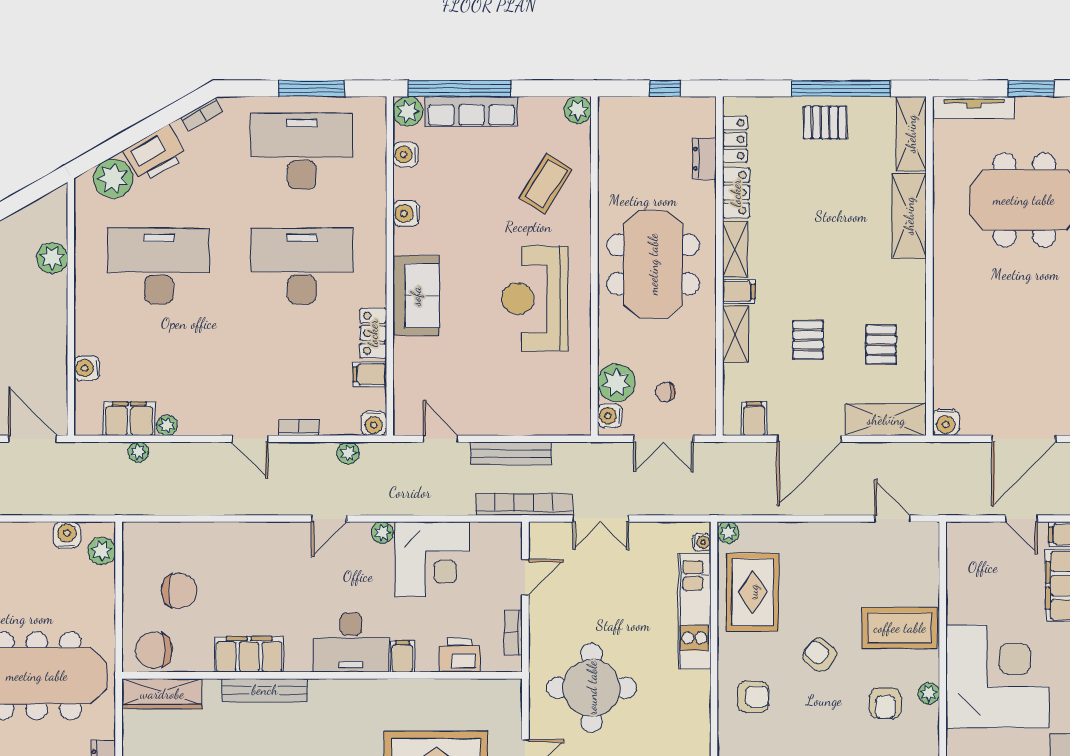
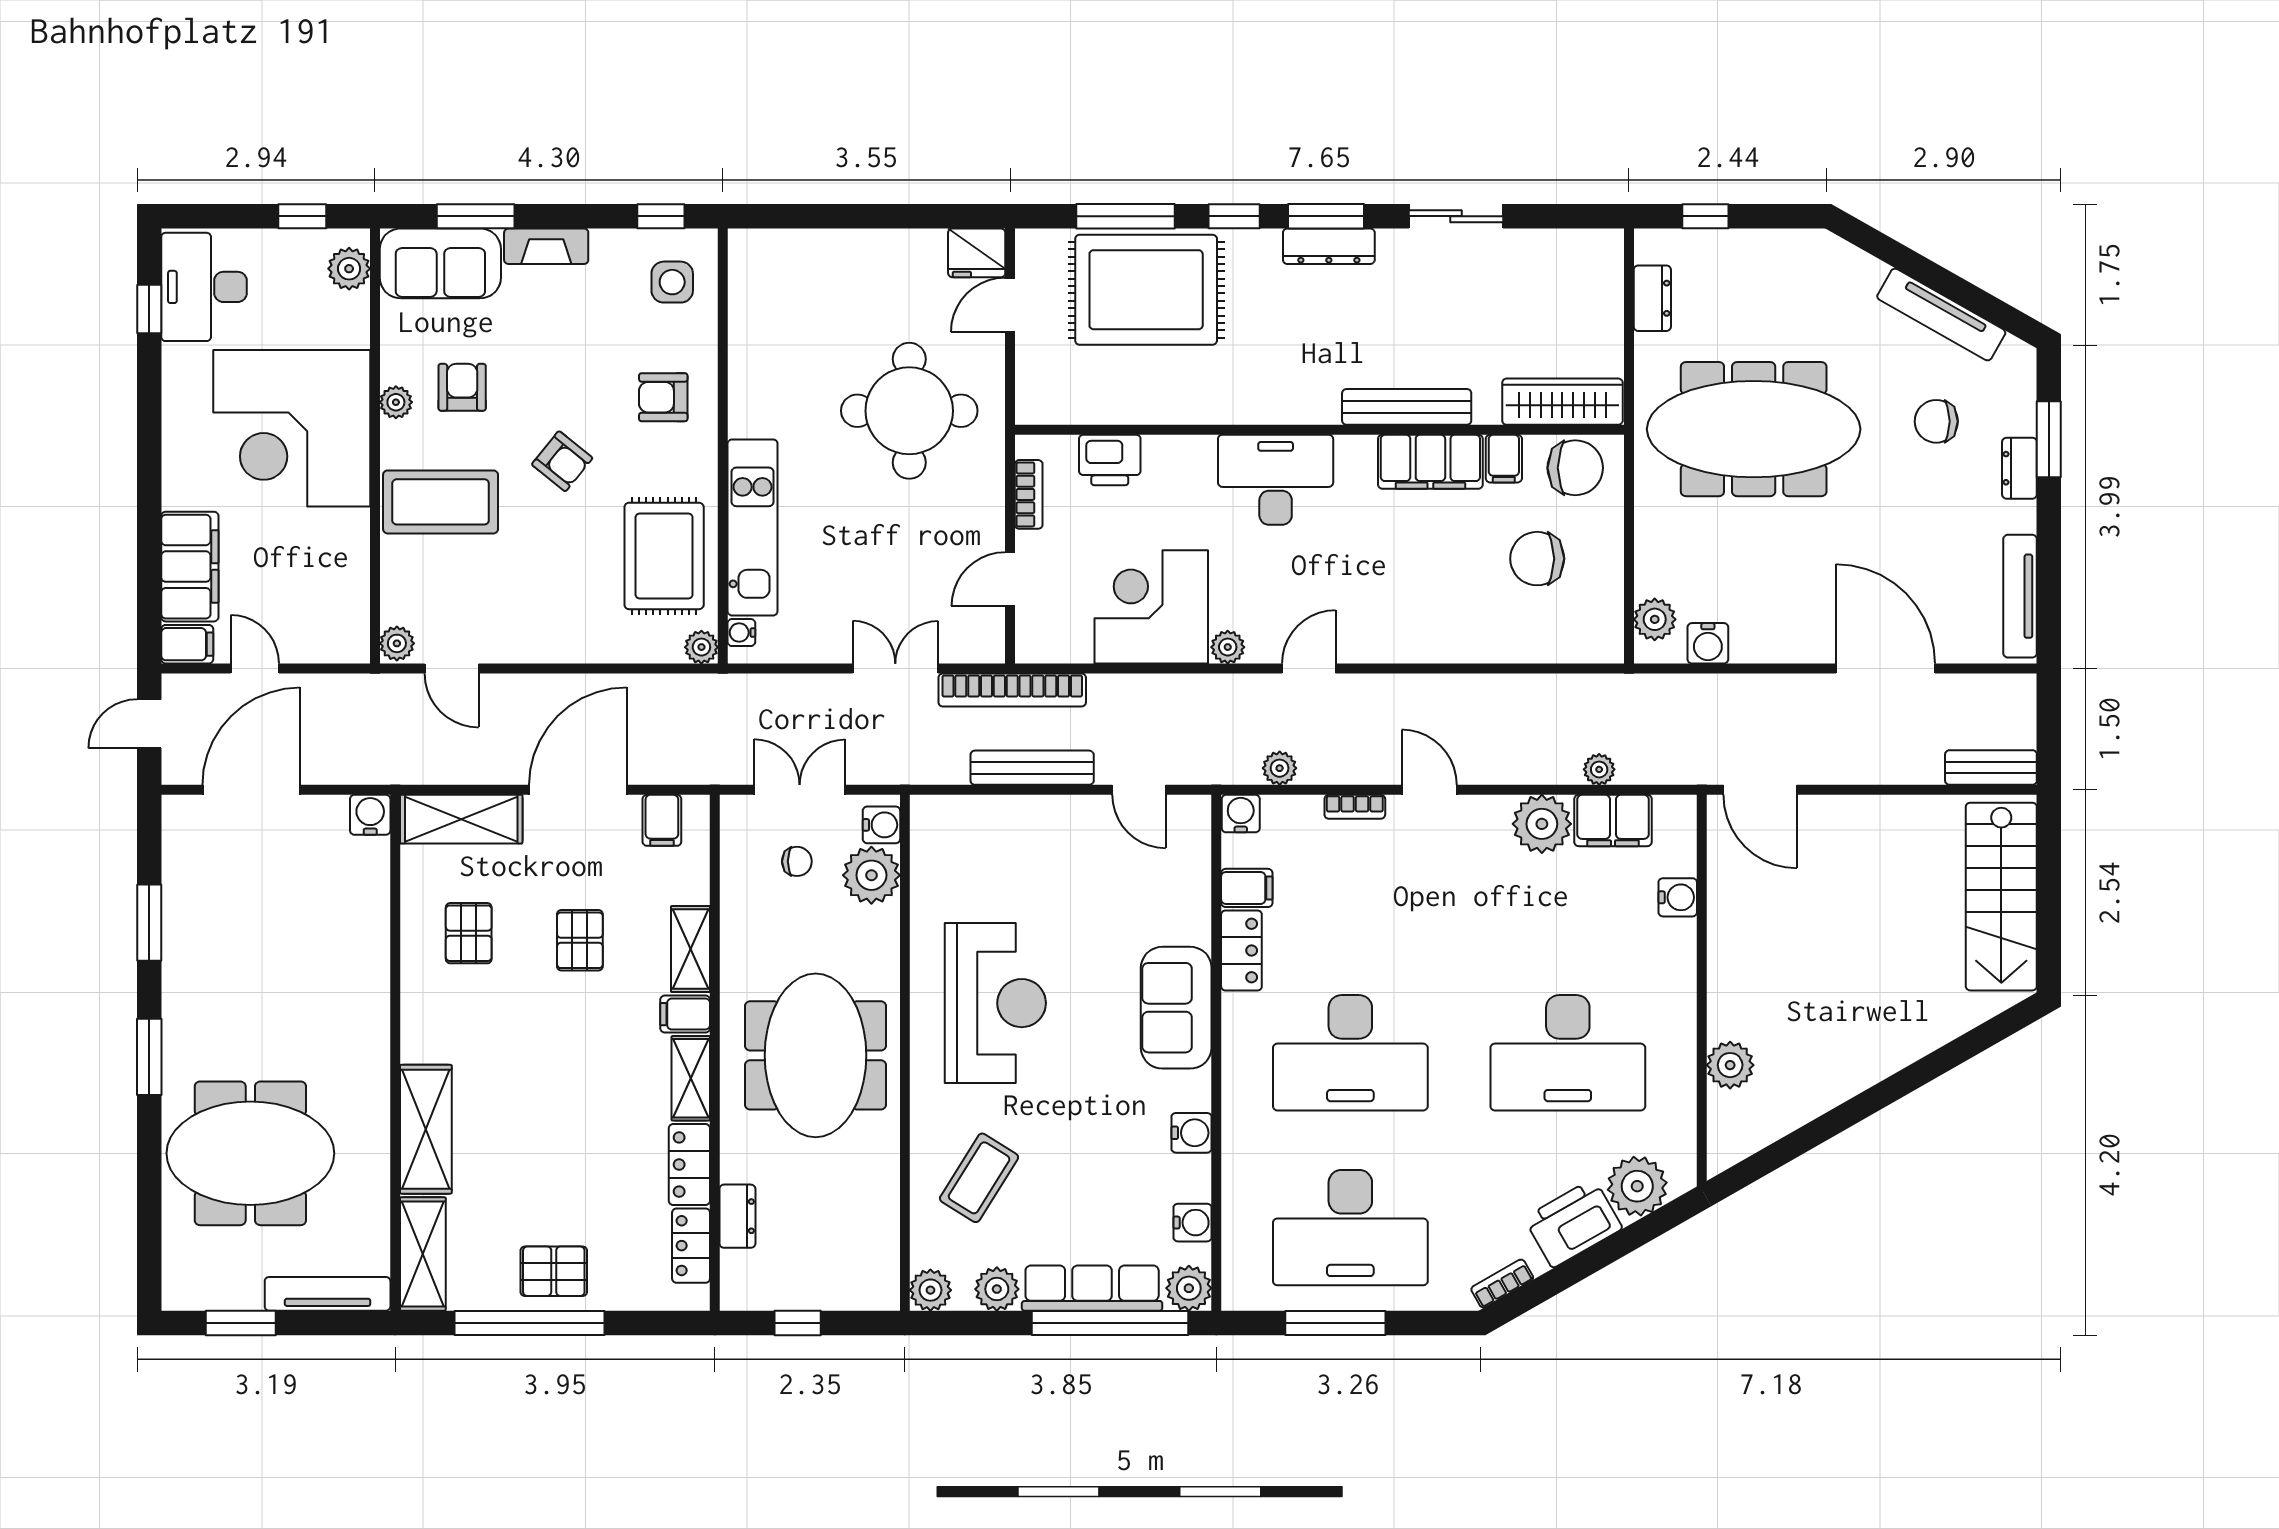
plant: (534, 111) -> (997, 1289), added
plant: (167, 425) -> (1542, 824), width x1.87, depth x1.87
plant: (928, 535) -> (397, 643), added
filing cabinet: (403, 656) -> (1504, 459), moved

